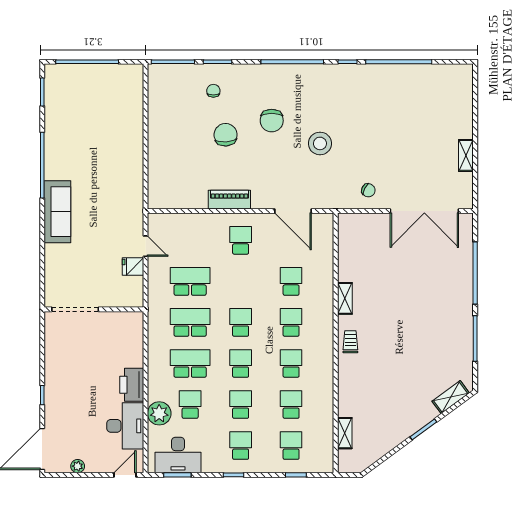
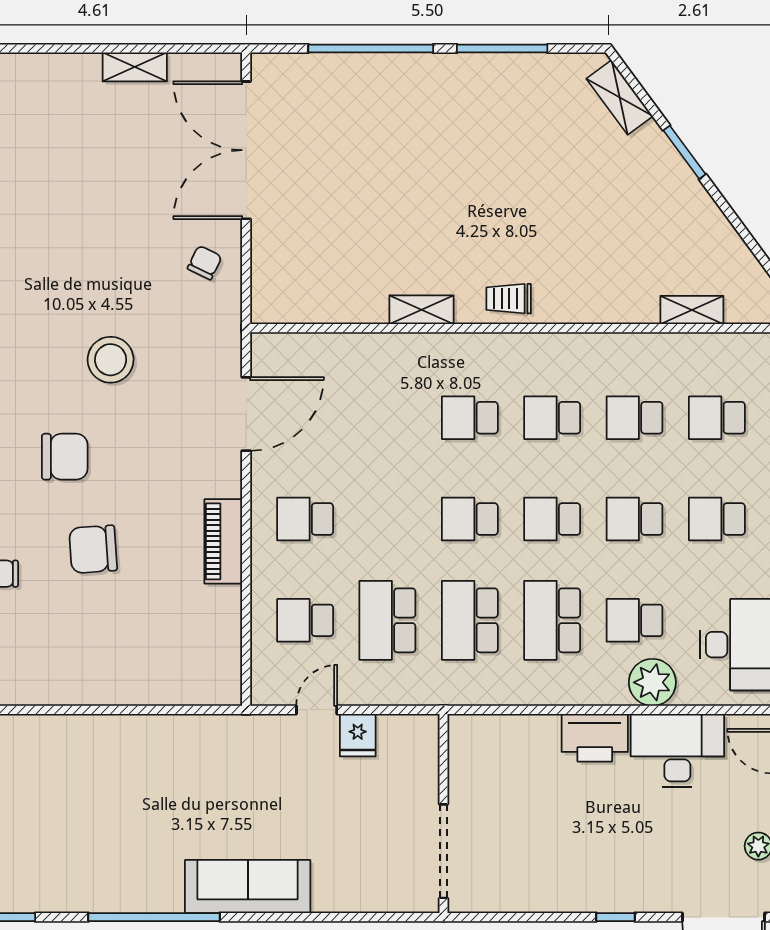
double door: (424, 211) -> (246, 150), swing flipped
school desk: (291, 281) -> (305, 620), moved

